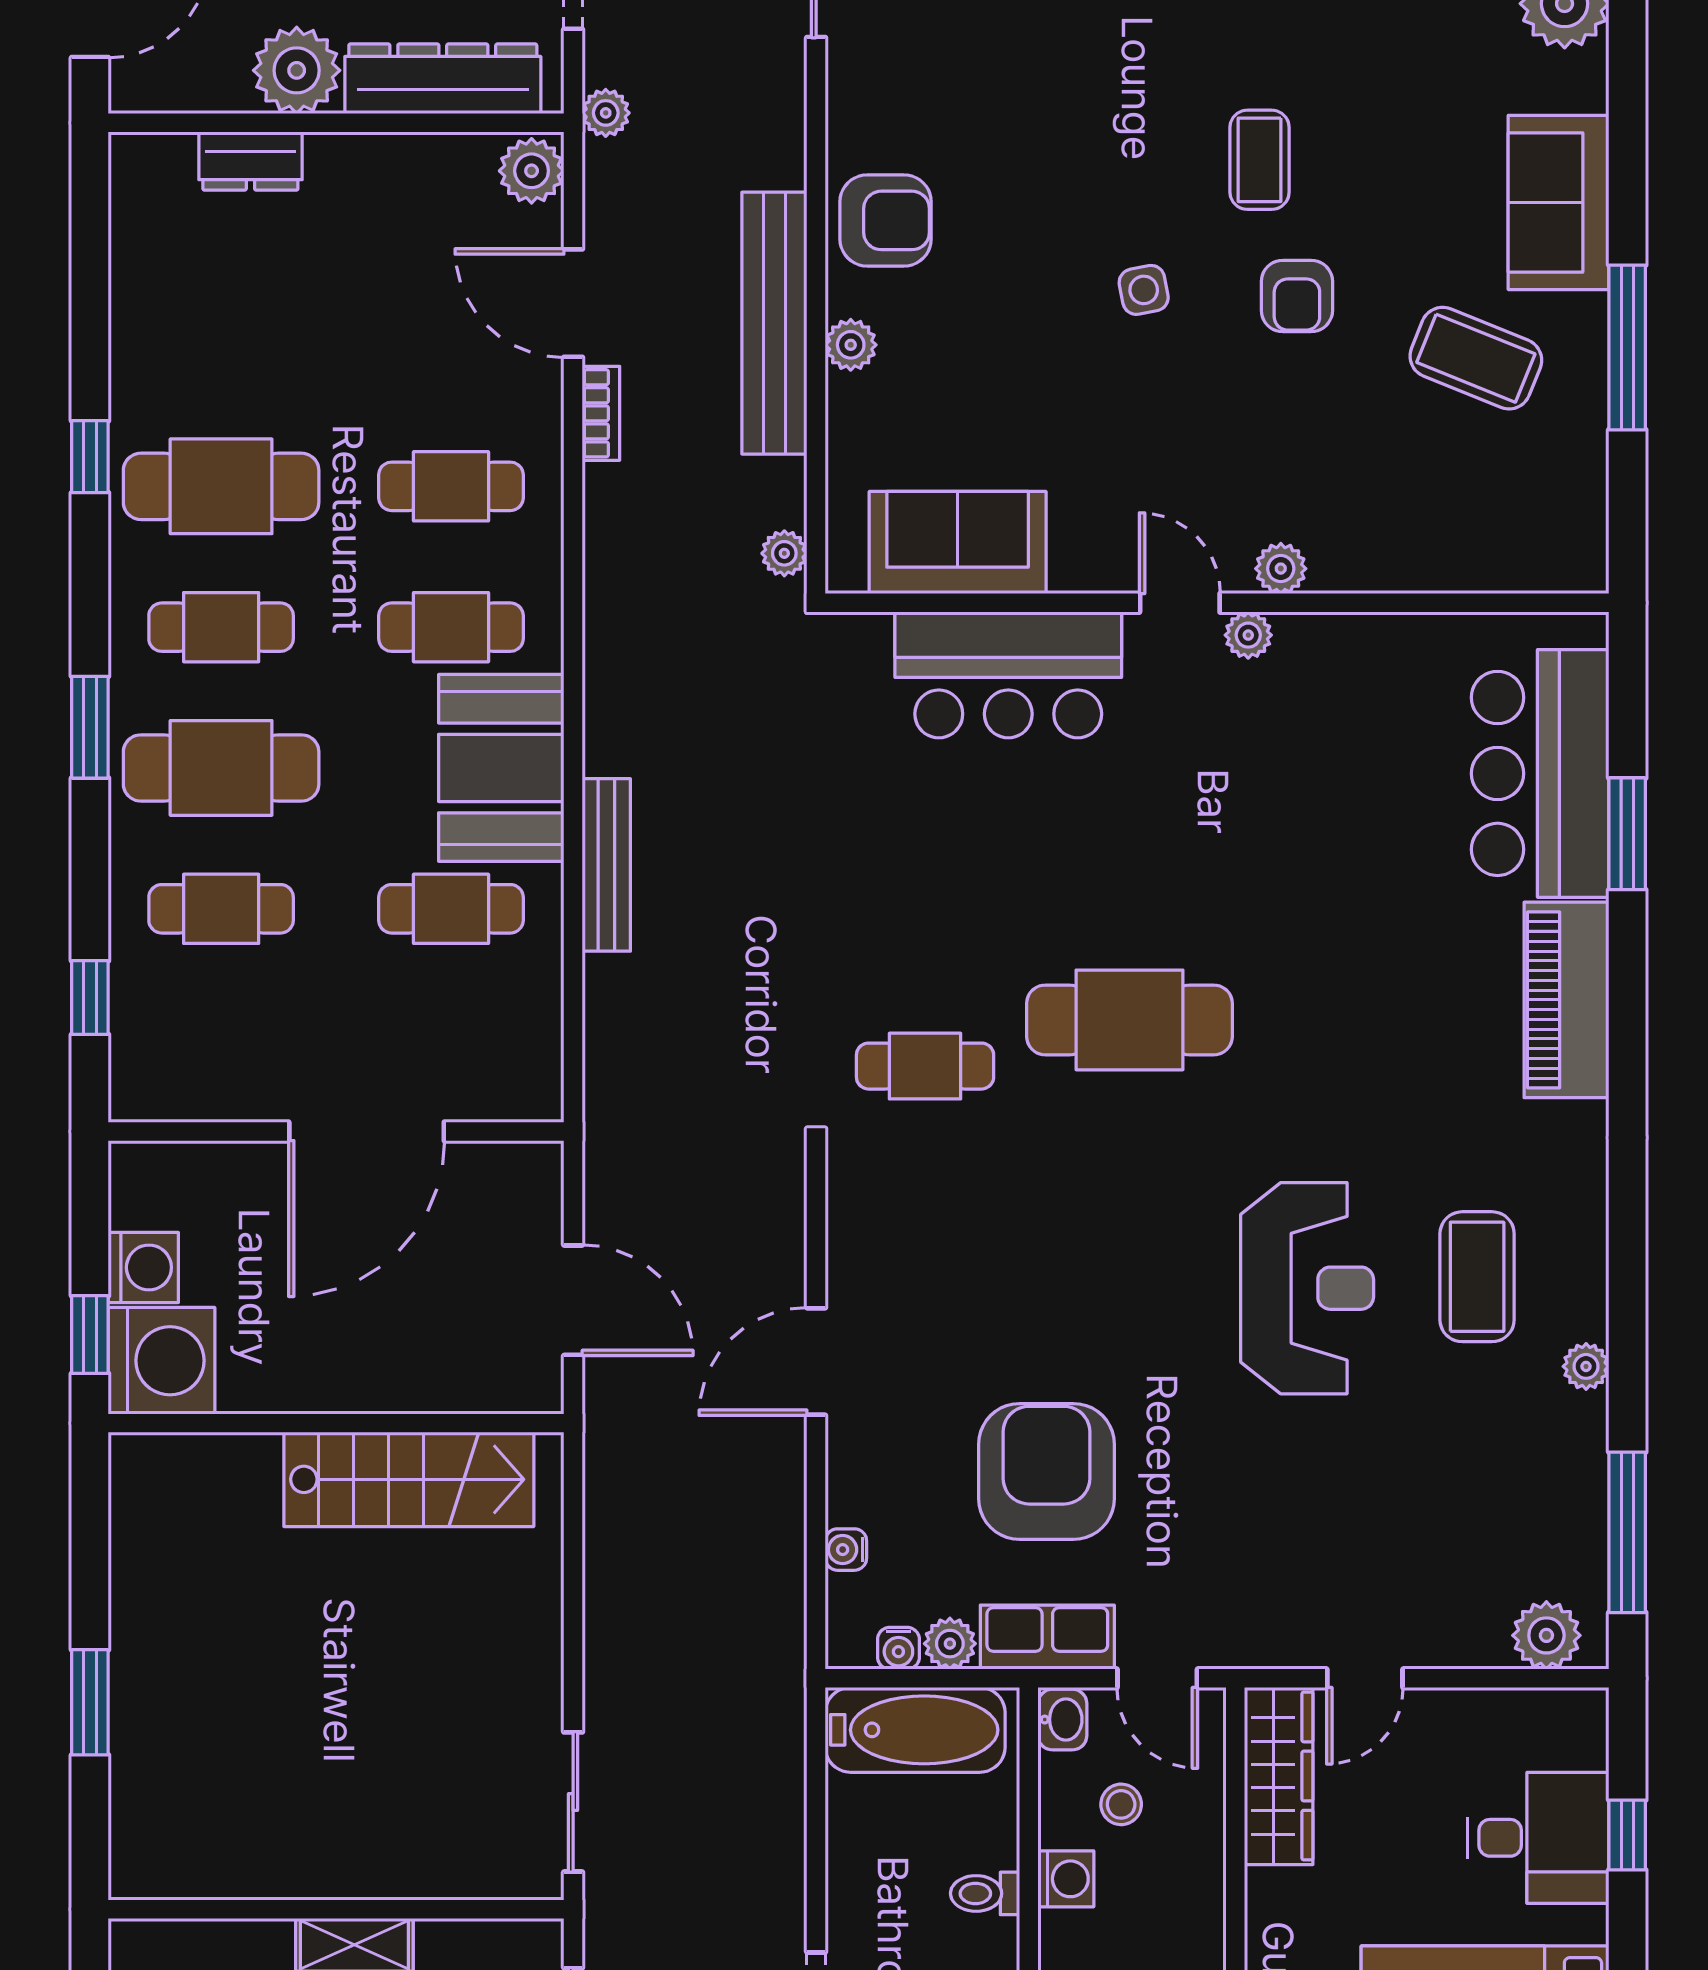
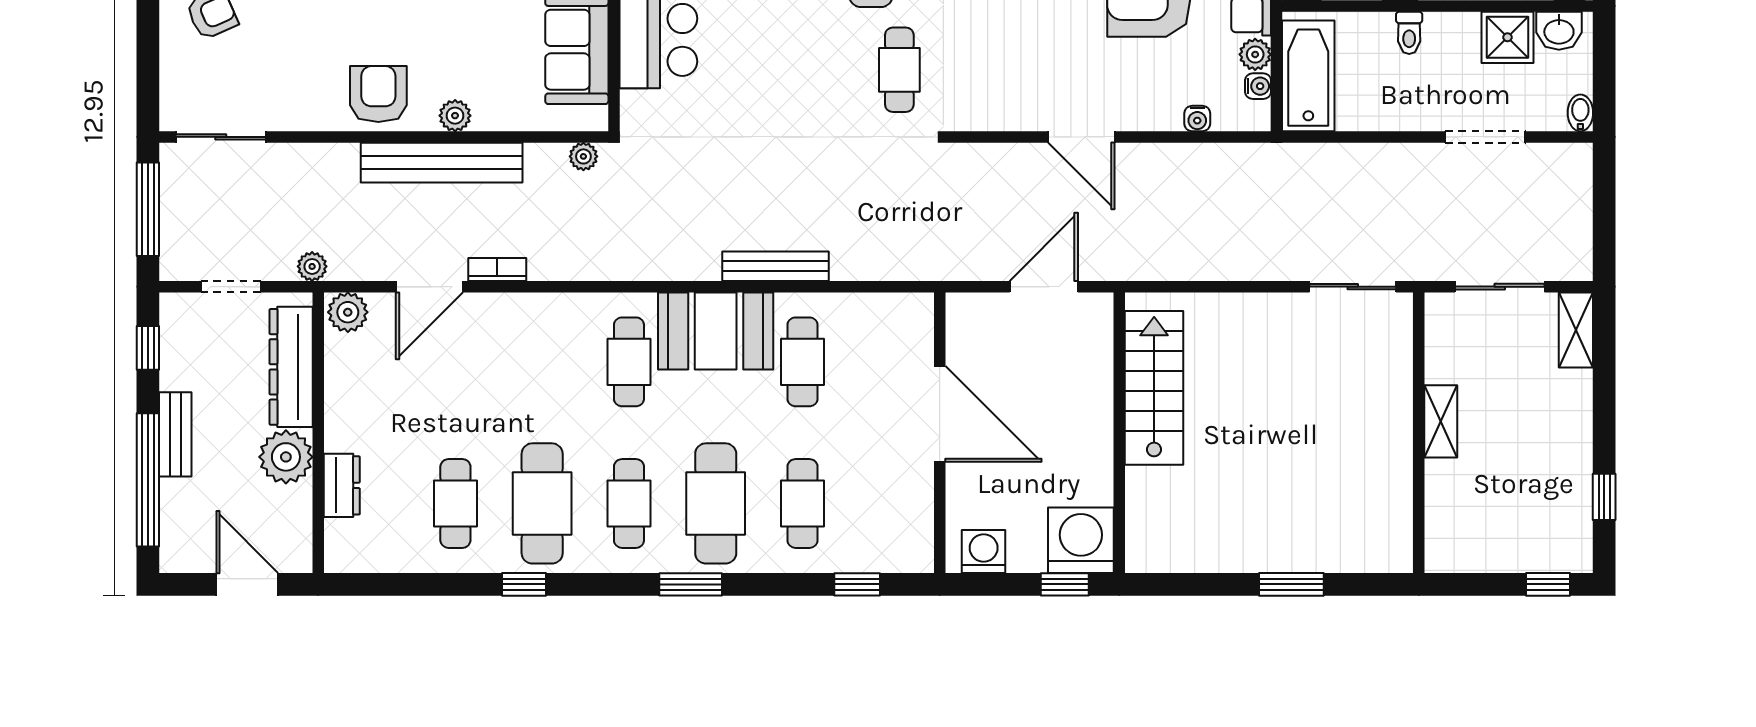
cafe table: (451, 486) -> (455, 503), moved
washing machine: (143, 1267) -> (984, 551), moved

